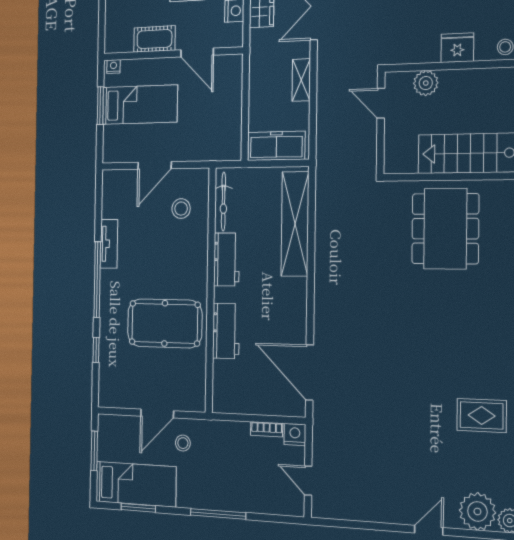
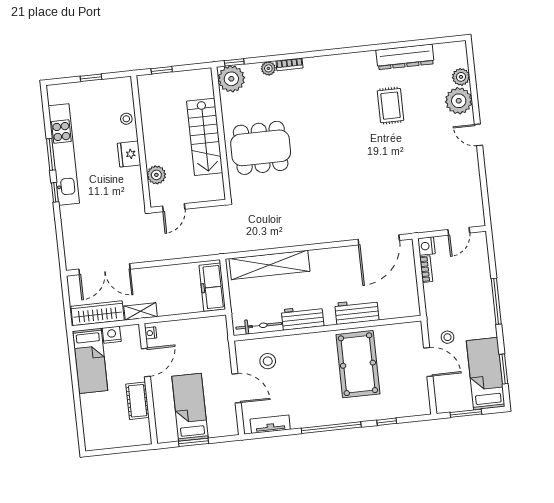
nightstand: (113, 66) -> (151, 333), moved
shelving: (301, 80) -> (141, 311), moved
tv unit: (109, 244) -> (270, 424), moved

